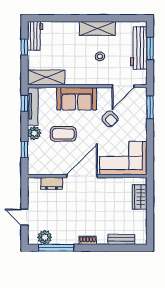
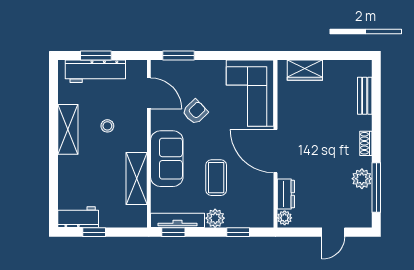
shelving: (46, 77) -> (137, 179), moved
plant: (35, 182) -> (285, 218), added
plant: (45, 237) -> (362, 179), moved

